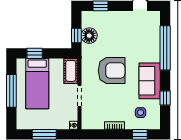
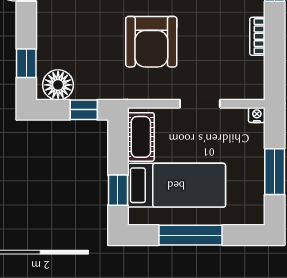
floor lamp: (89, 36) -> (58, 85), moved
cot: (71, 71) -> (141, 137), moved, turned 90
armchair: (112, 71) -> (151, 42), turned 180

